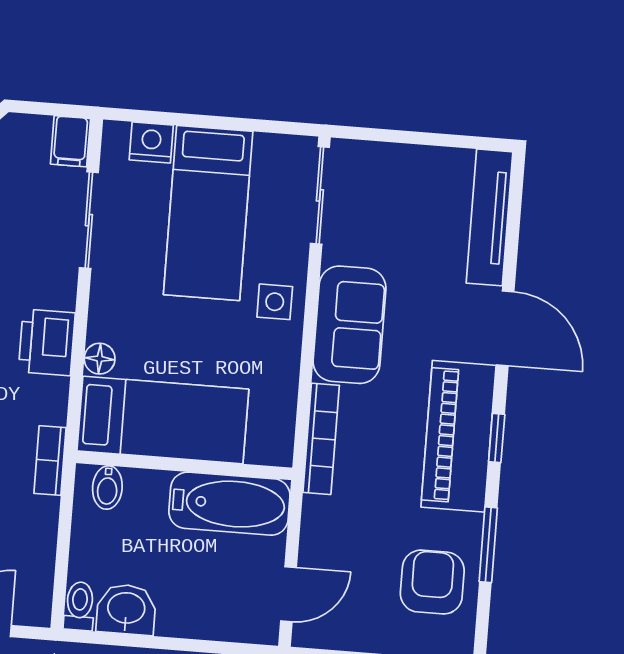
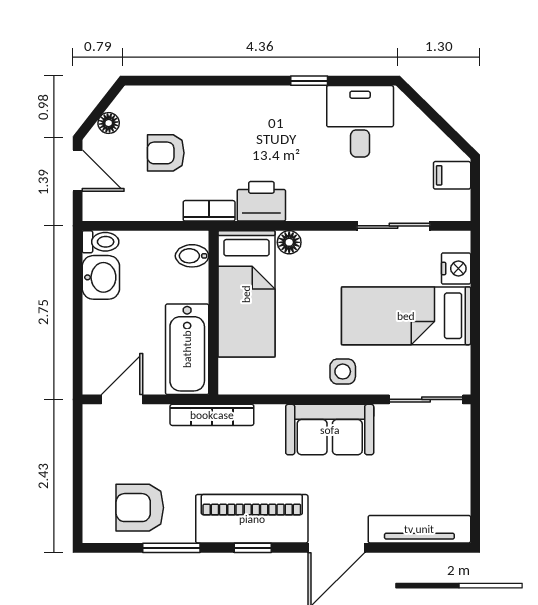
filing cabinet: (70, 141) -> (452, 175), moved
printer: (47, 342) -> (261, 201), moved
bookcase: (321, 439) -> (212, 415), moved
armchair: (432, 582) -> (140, 508), turned 180
door: (289, 594) -> (122, 399), swing flipped

